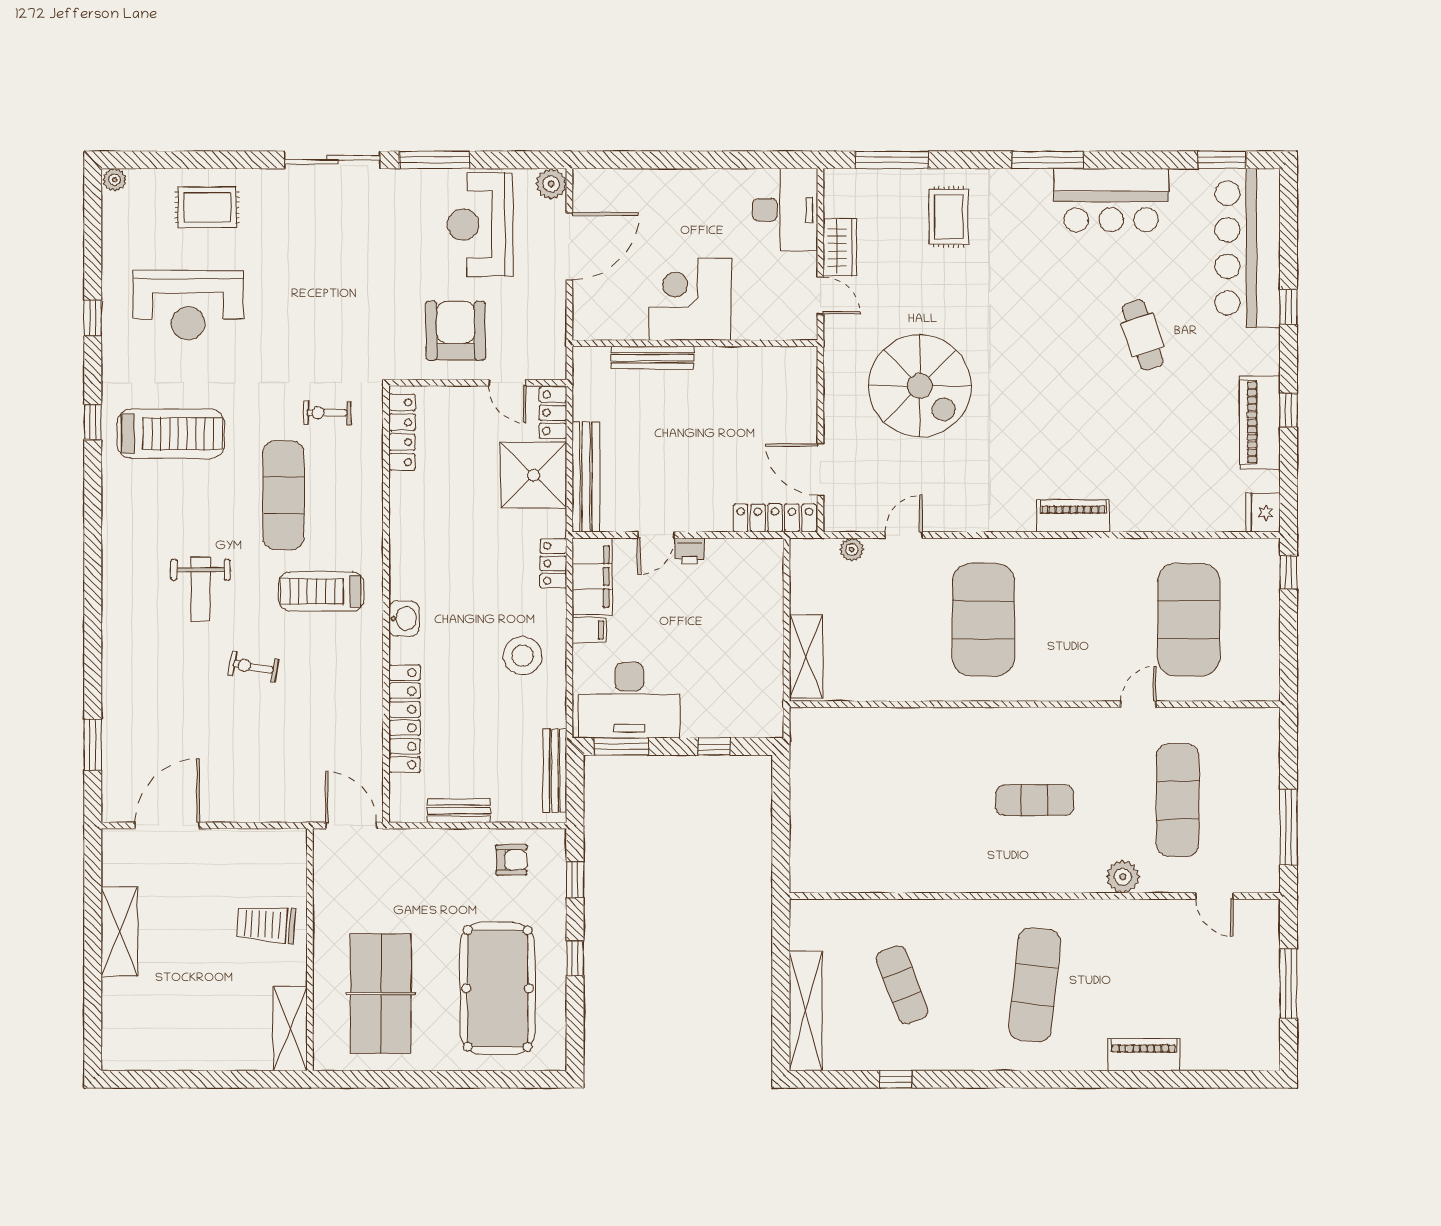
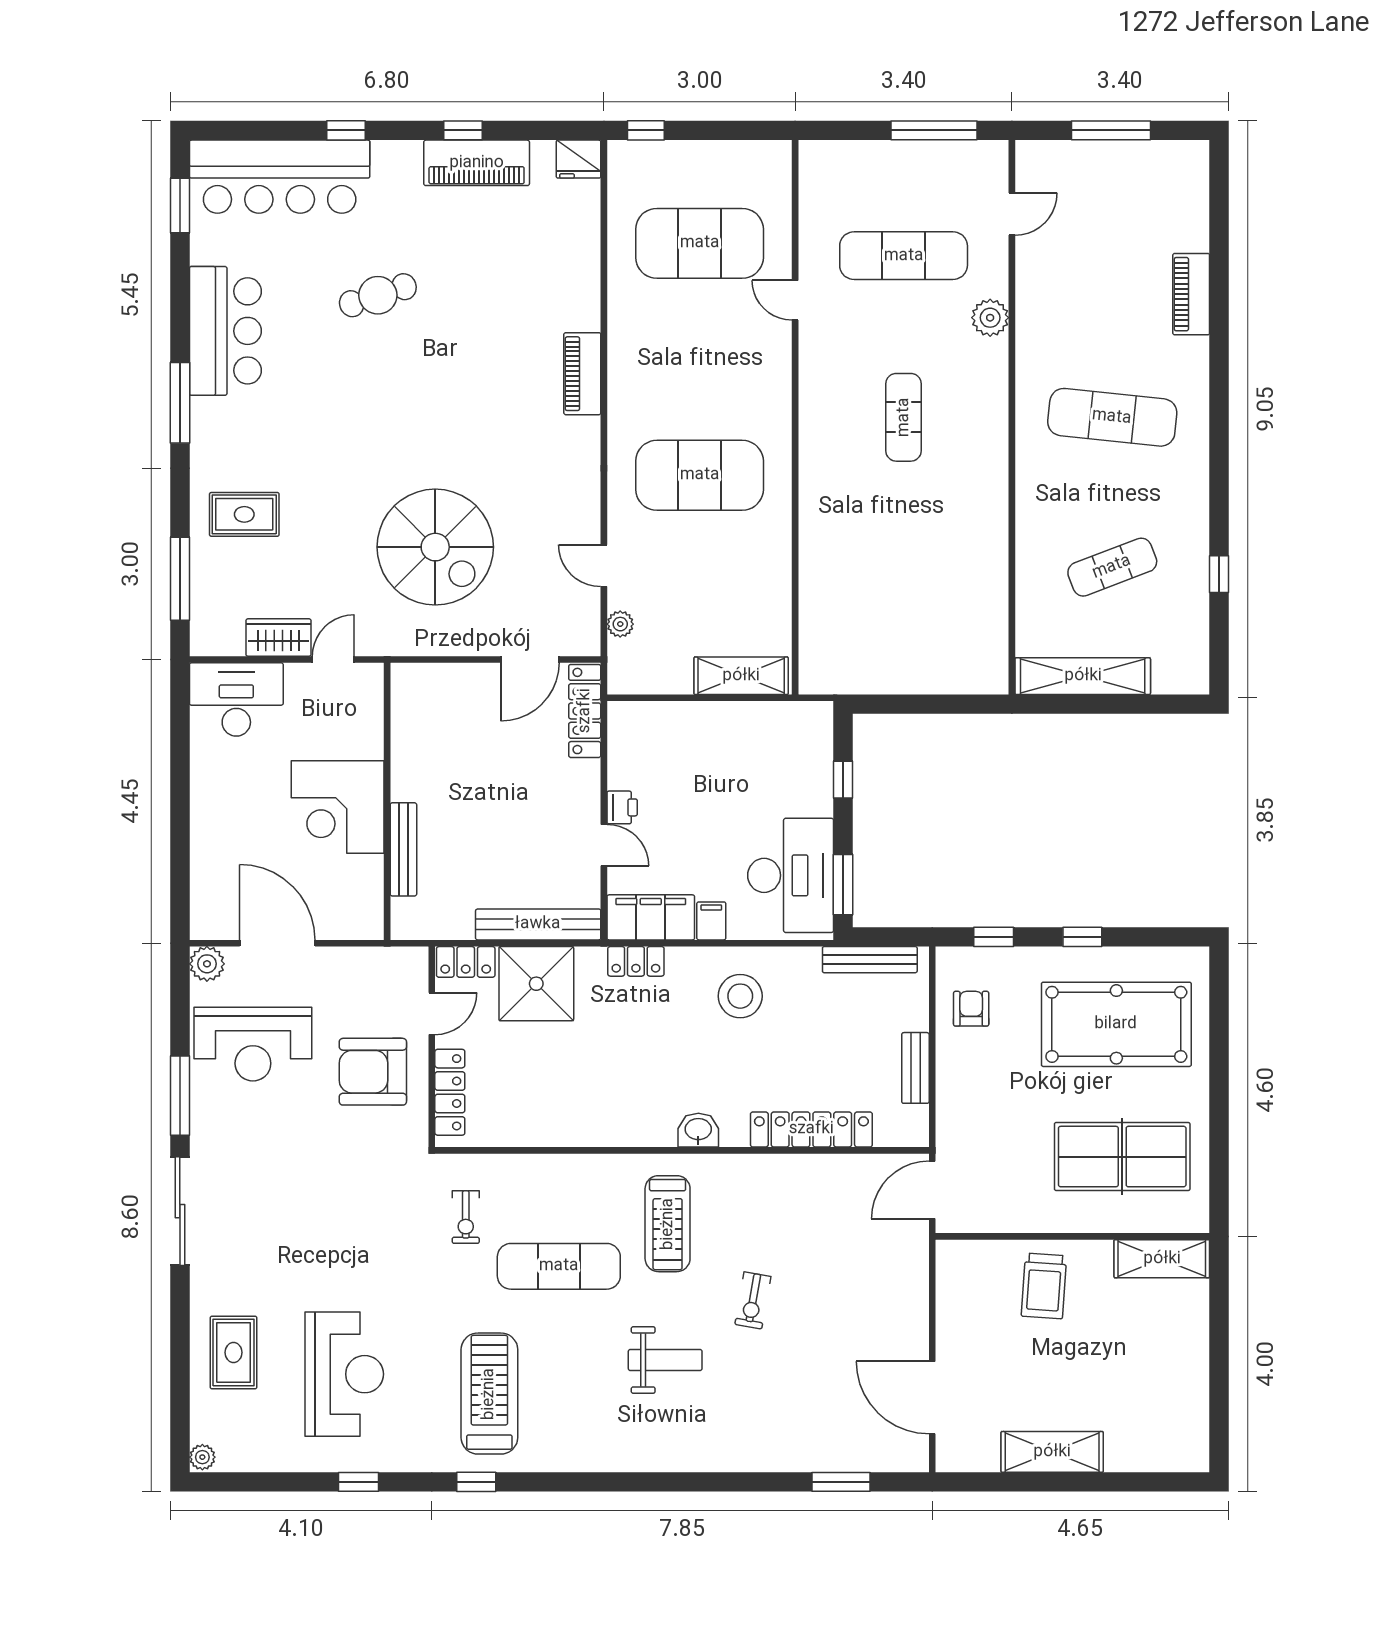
spiral stairs: (920, 386) -> (435, 547), turned 90
locker: (402, 432) -> (450, 1092), moved, turned 90
shelving: (806, 1011) -> (1083, 676), moved

